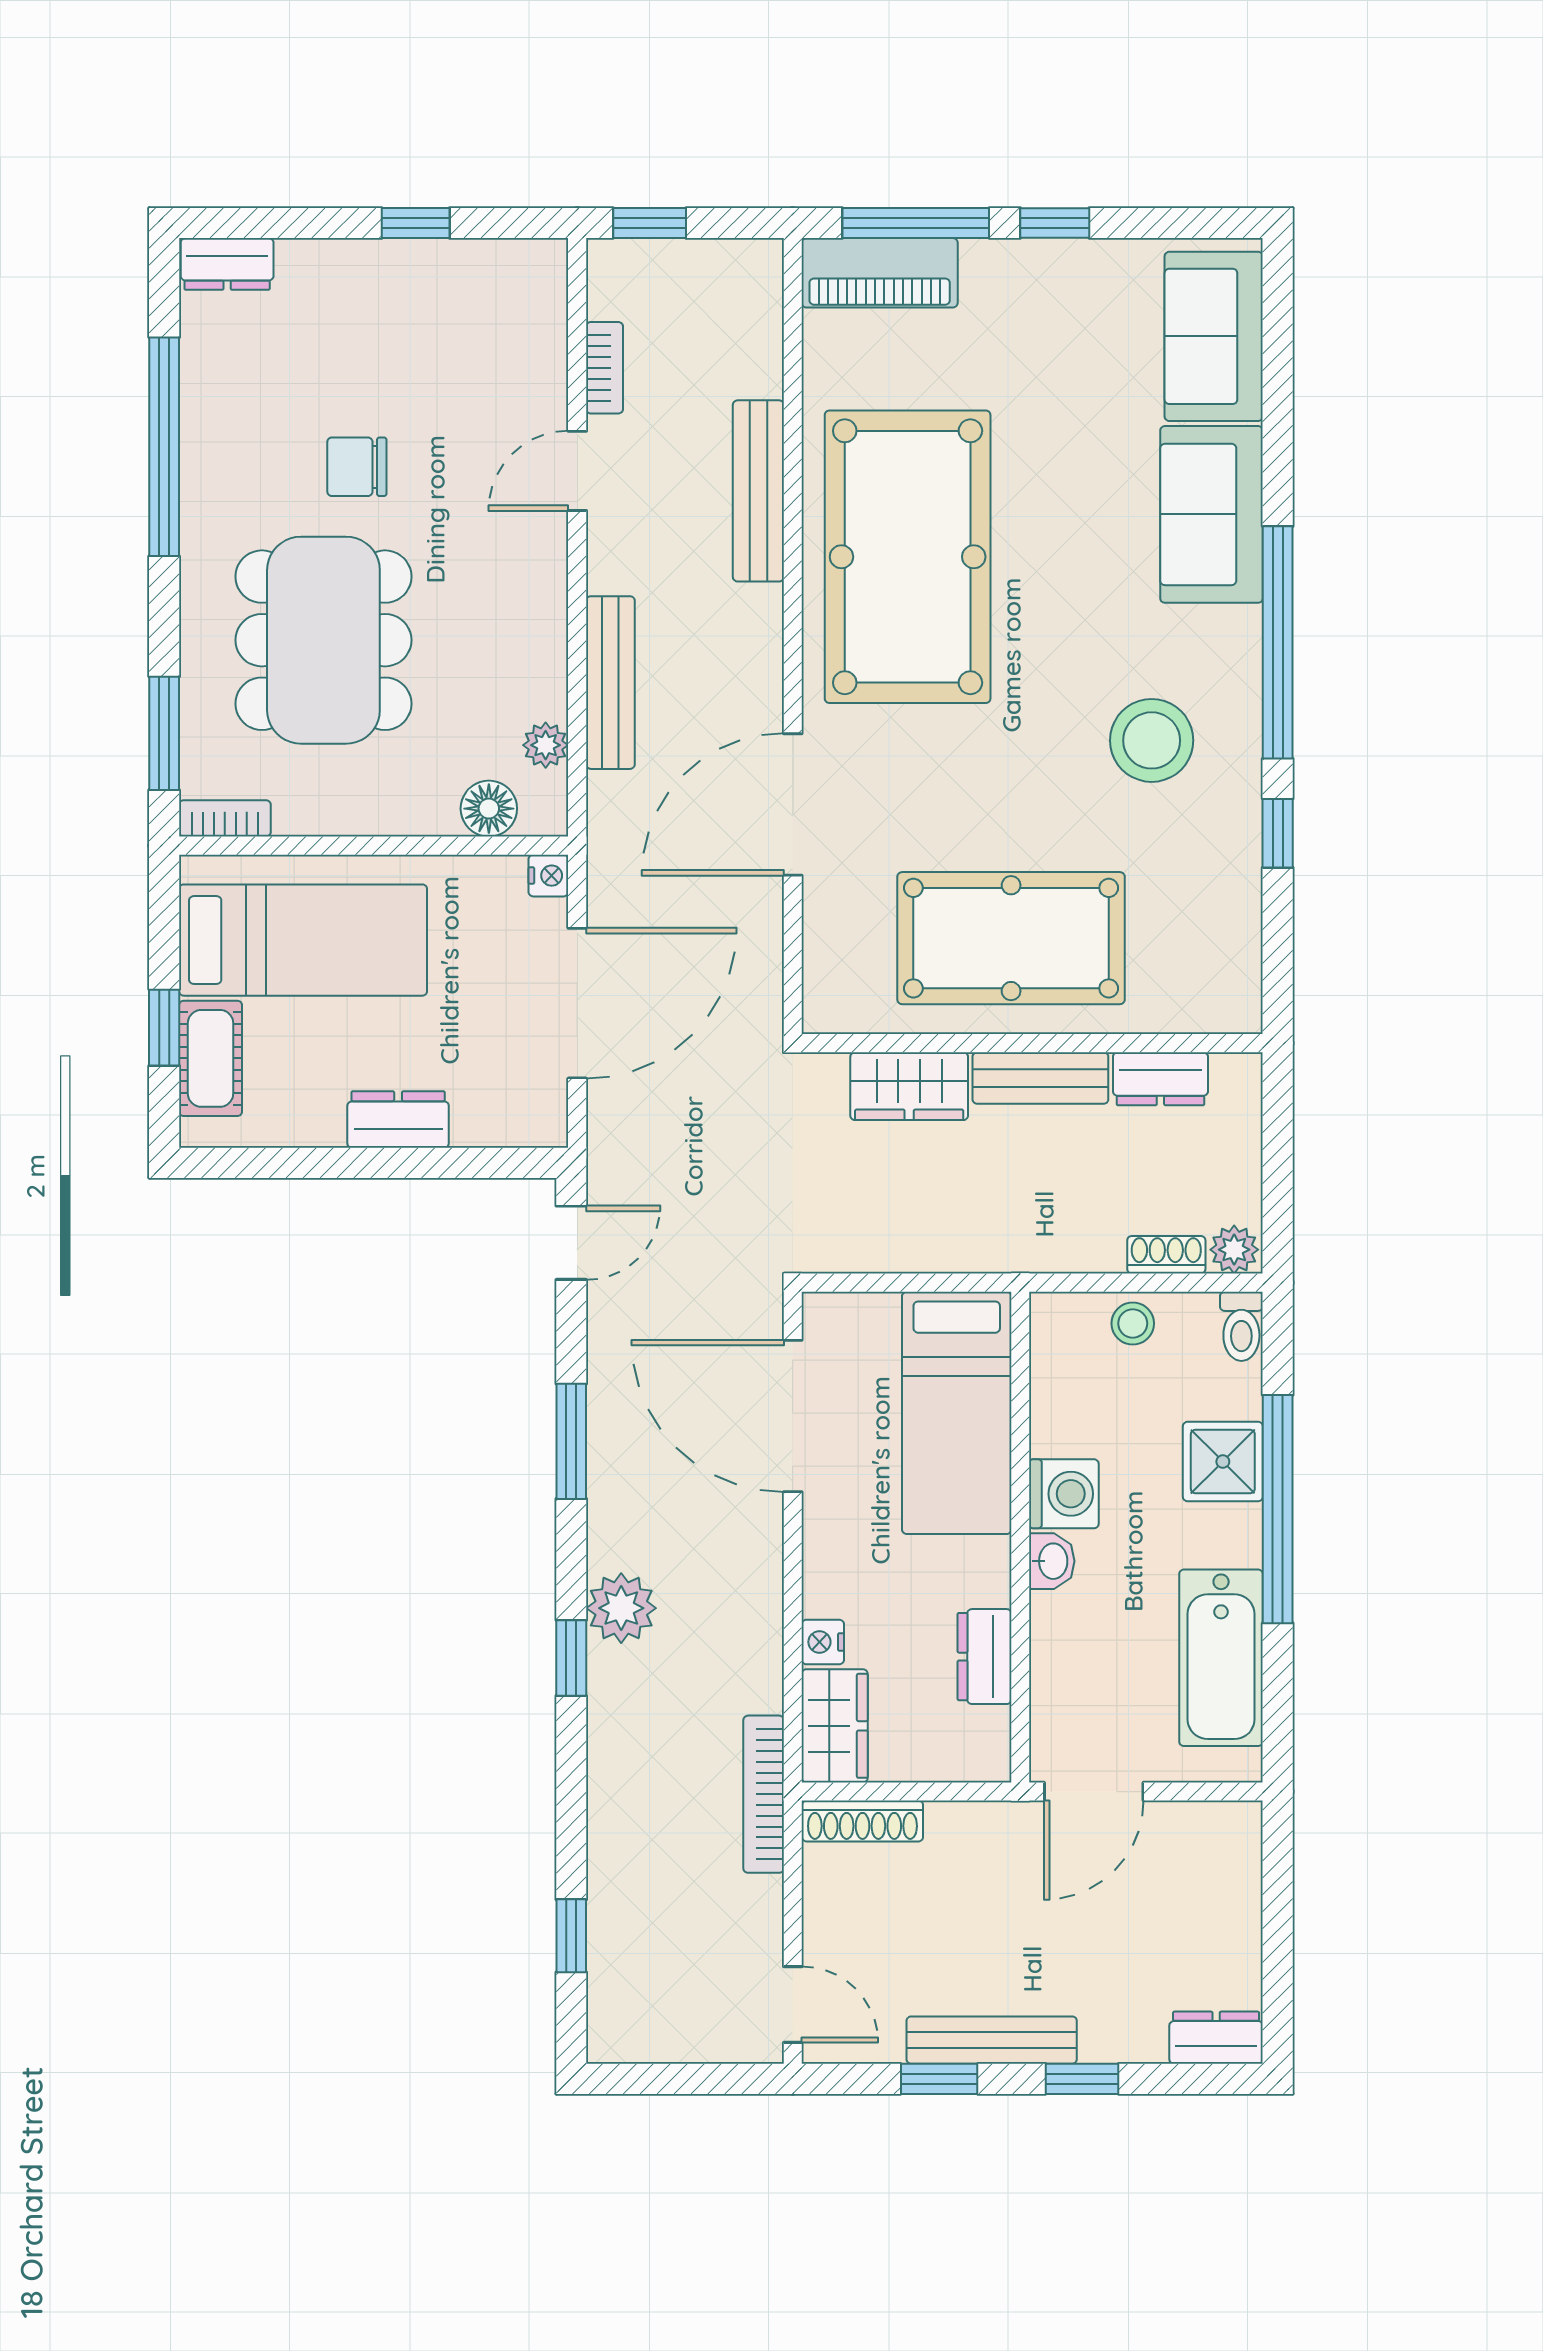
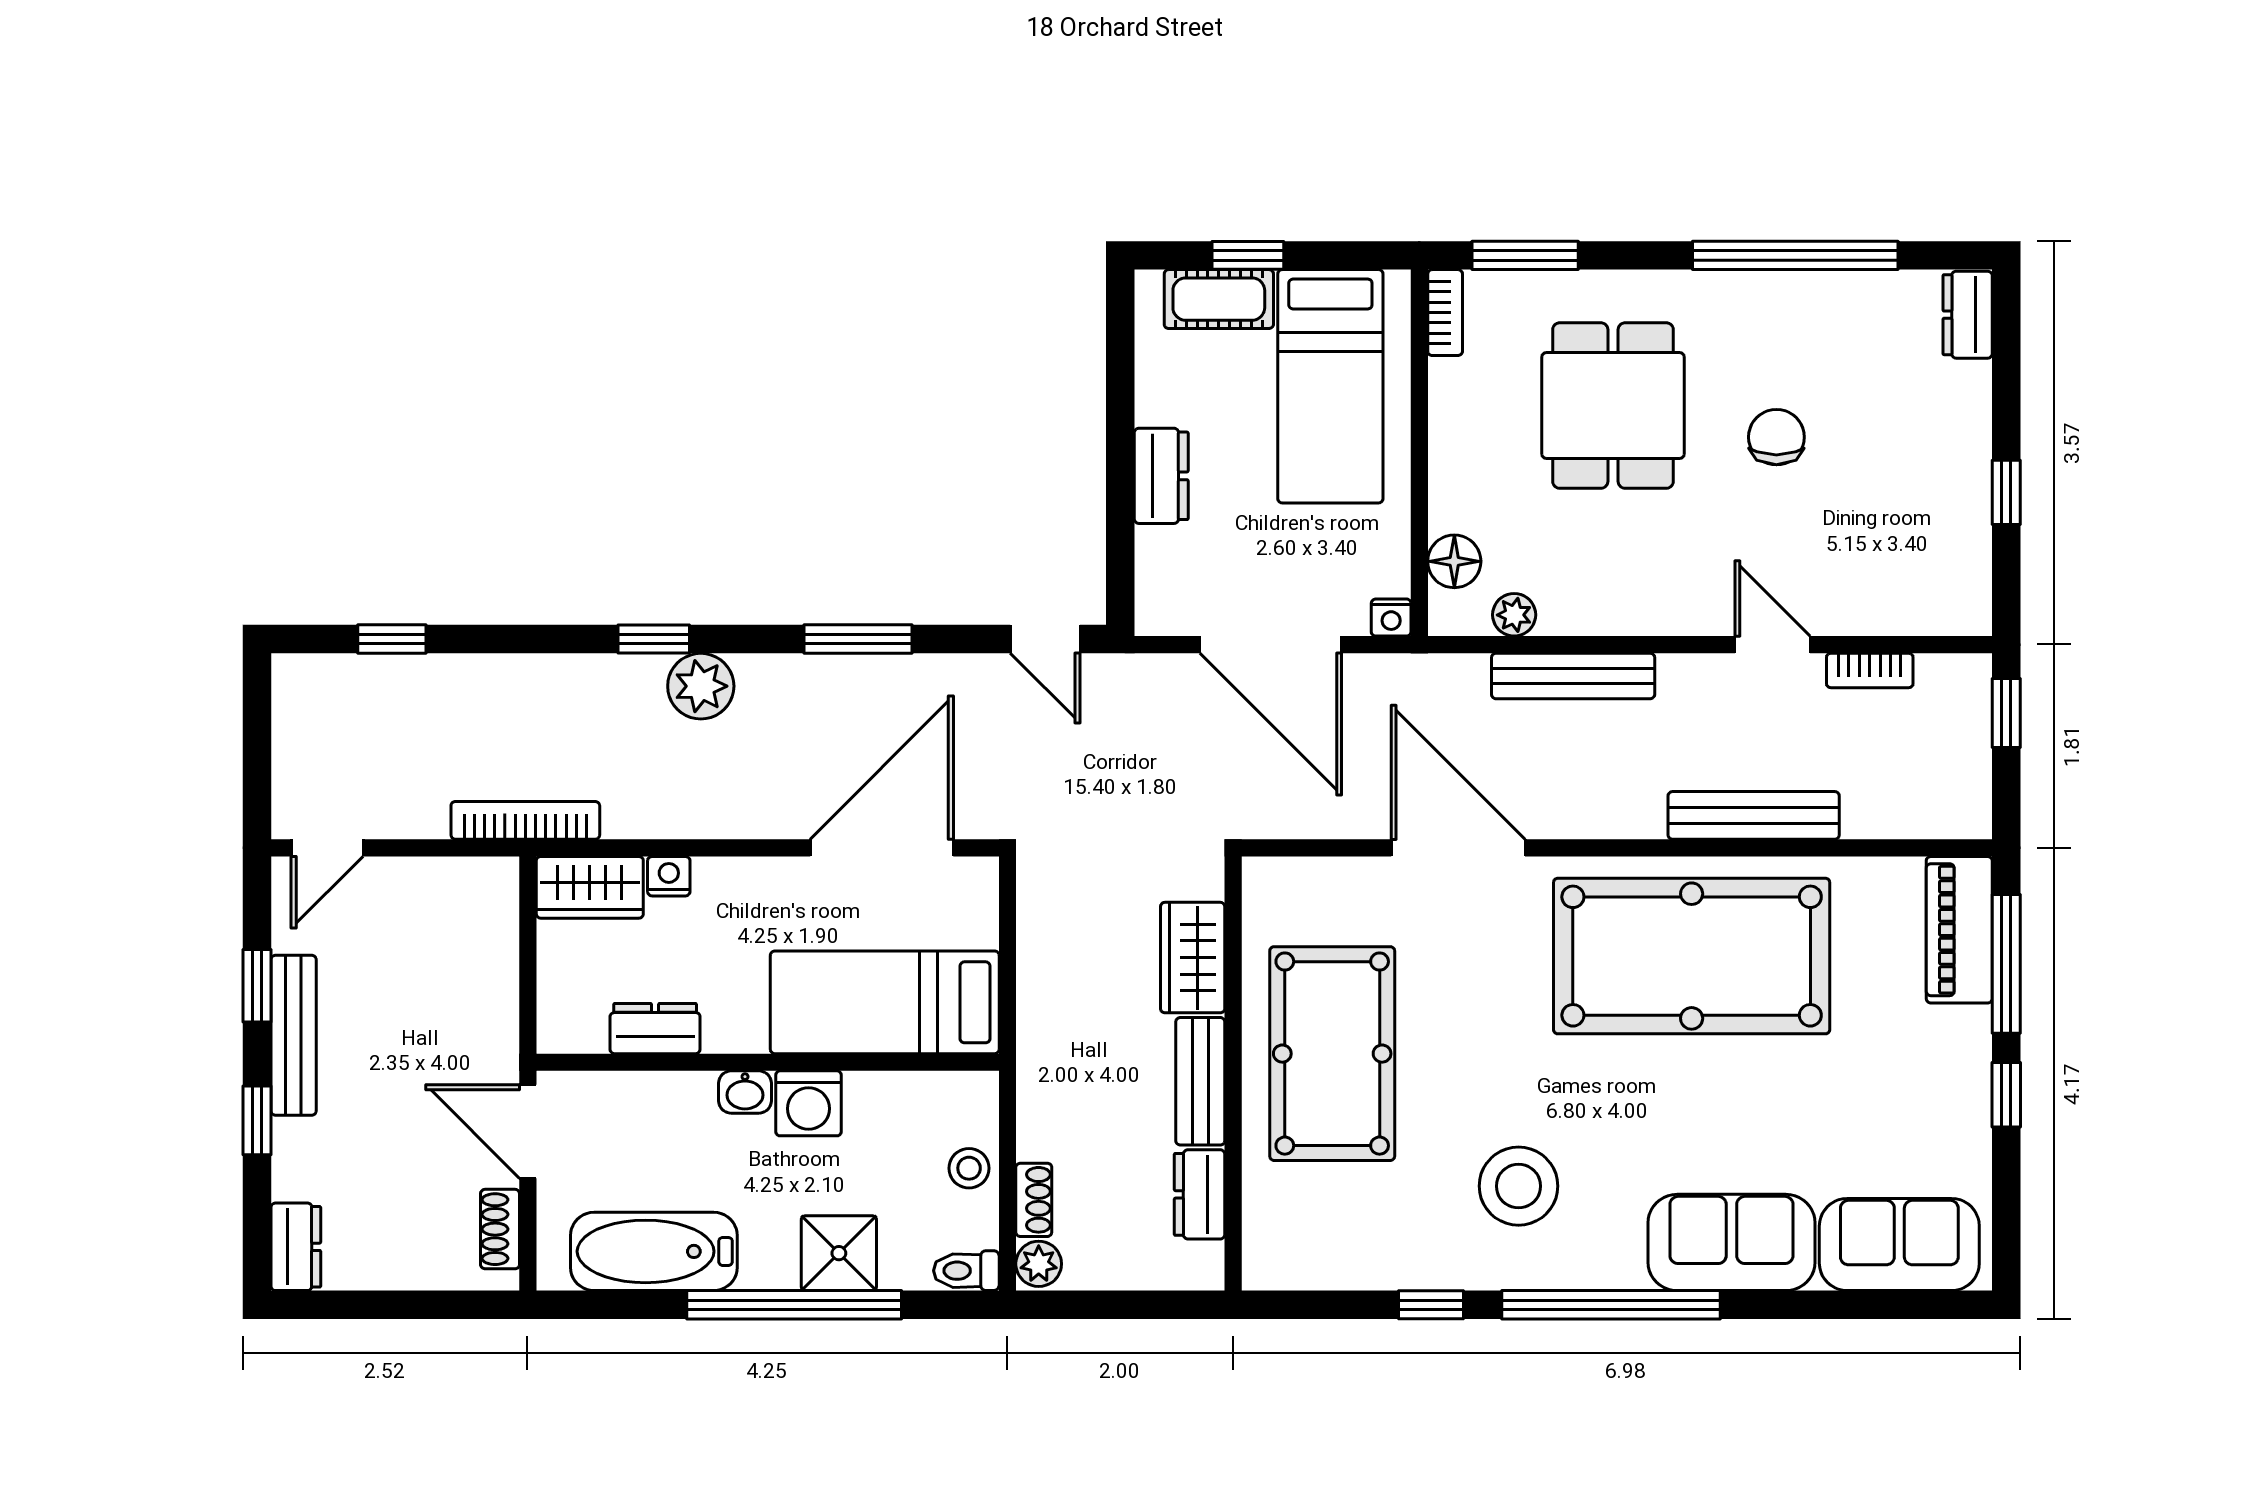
dining table: (323, 640) -> (1613, 406), width x0.73
shoe rack: (862, 1821) -> (500, 1229), moved, width x0.70

